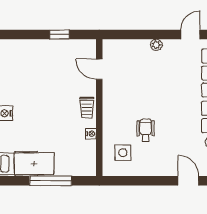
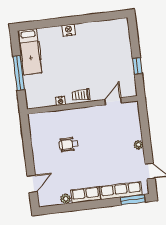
wheelchair: (146, 130) -> (69, 144), turned 180
side table: (123, 153) -> (48, 128), removed

